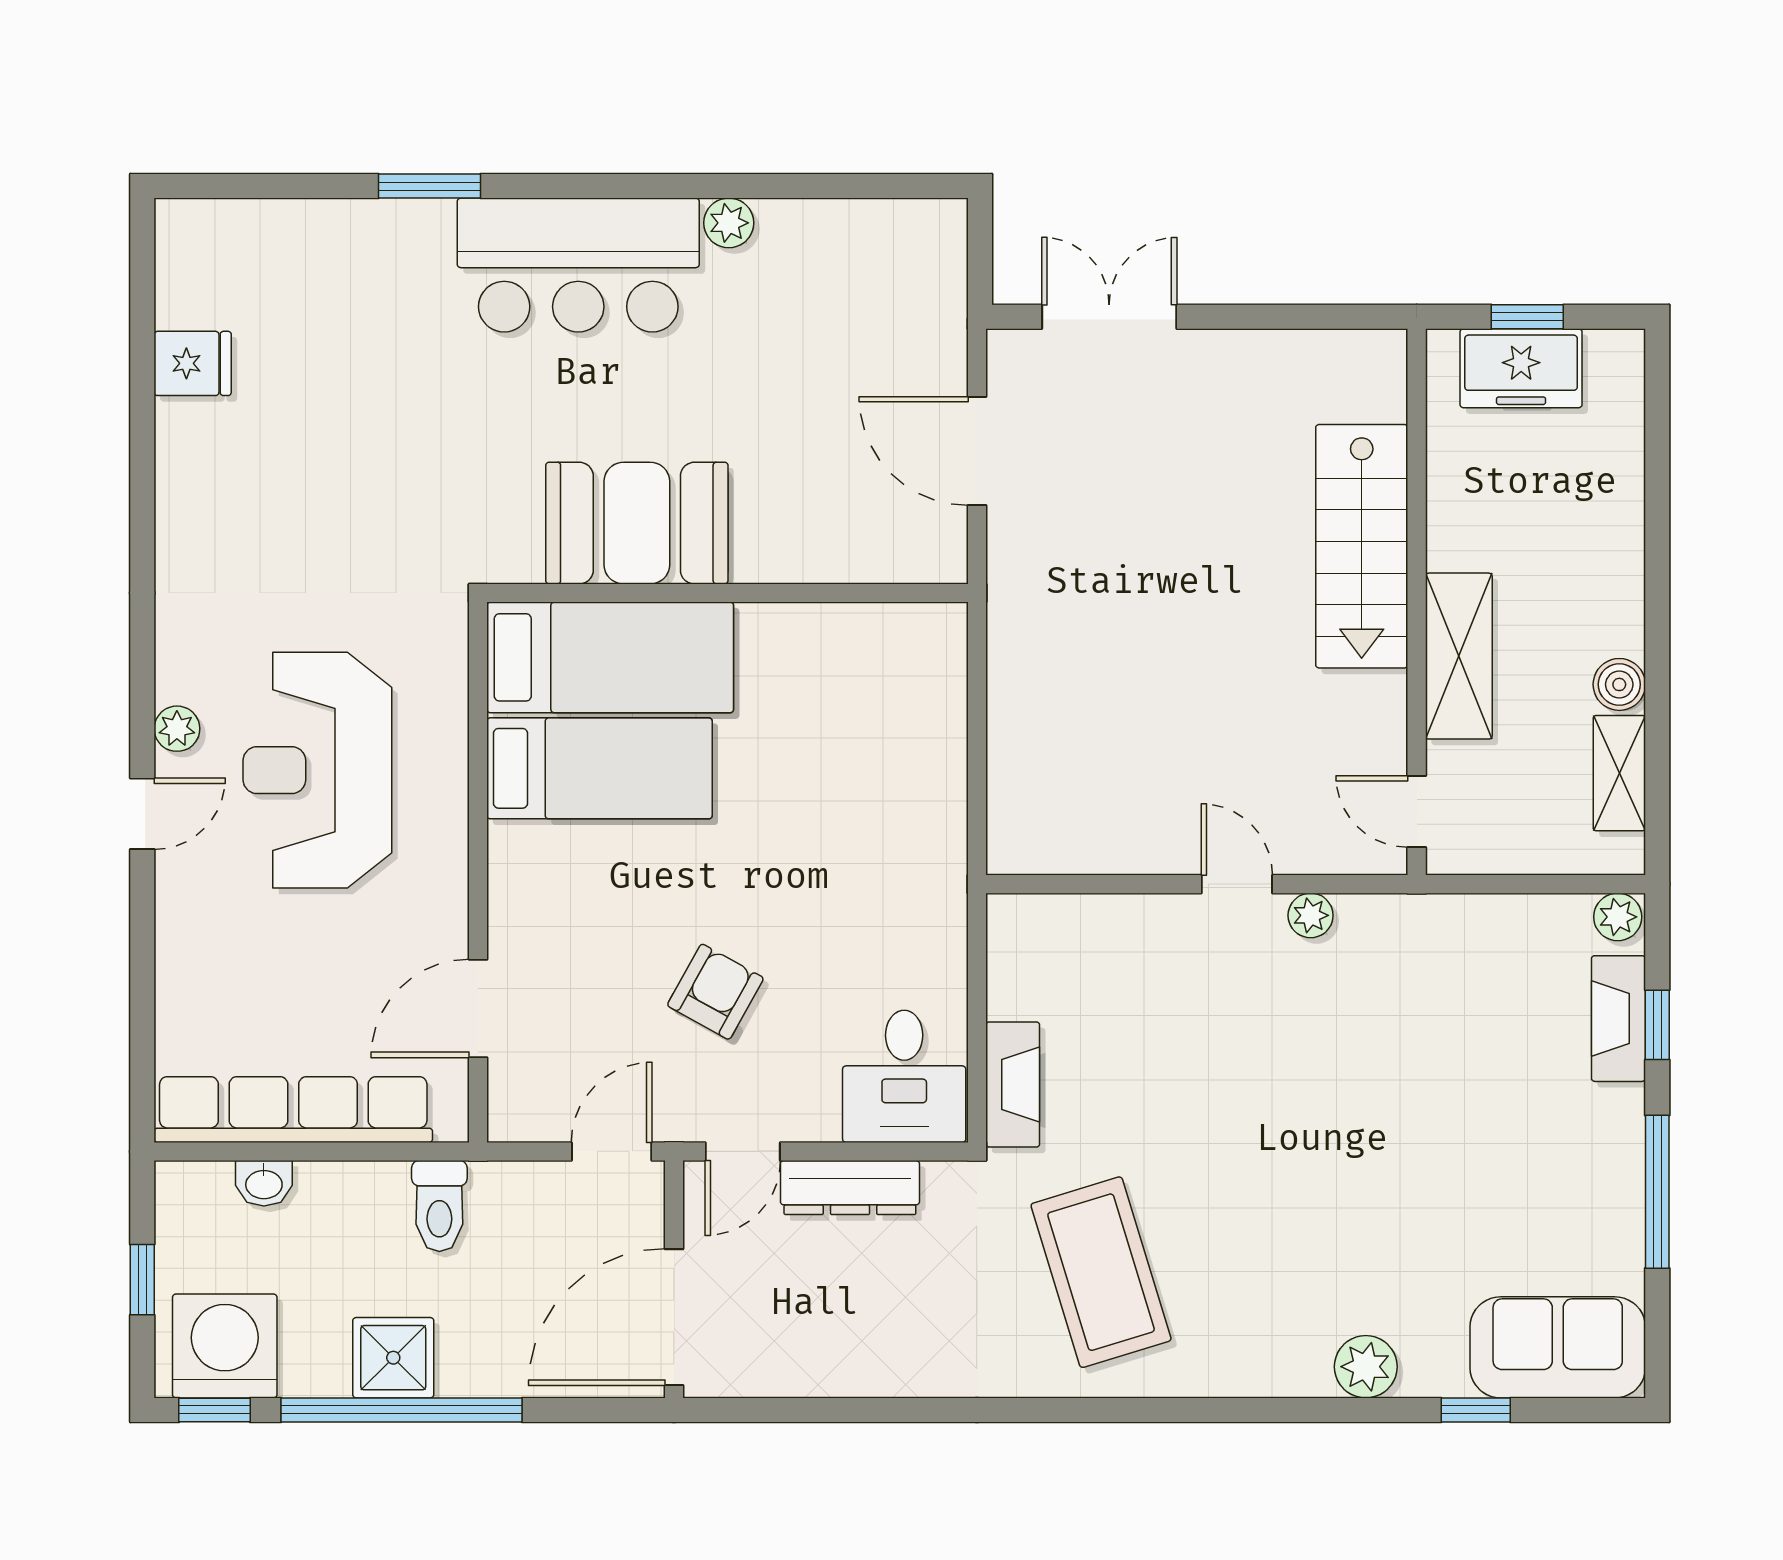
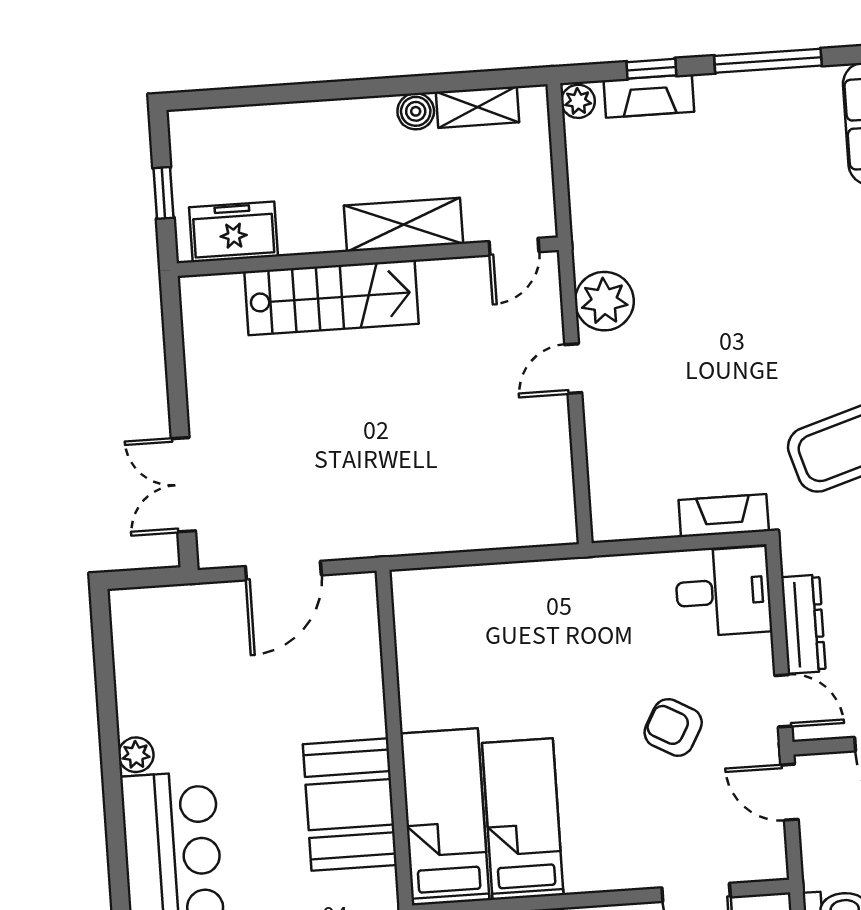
freezer: (1521, 368) -> (233, 232), moved, turned -90
plant: (1311, 915) -> (604, 301), width x1.87, depth x1.87

